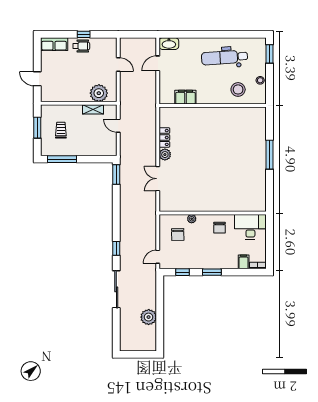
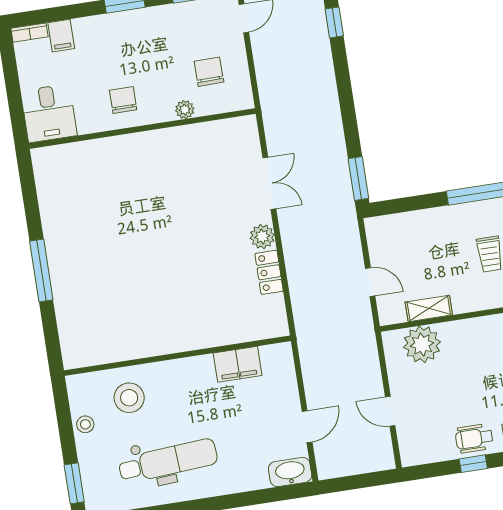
desk: (250, 227) -> (49, 113), width x0.73

